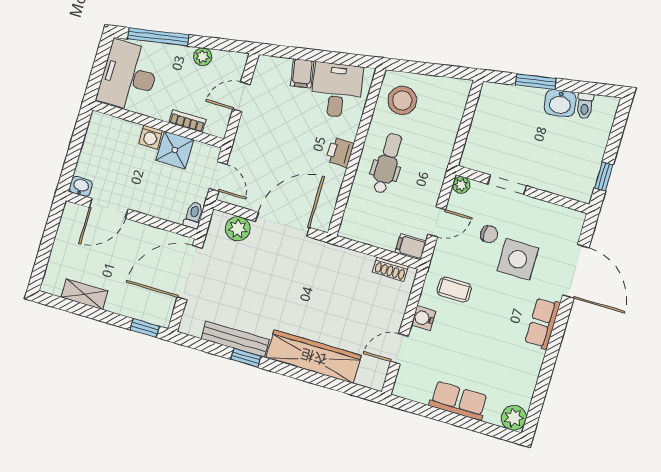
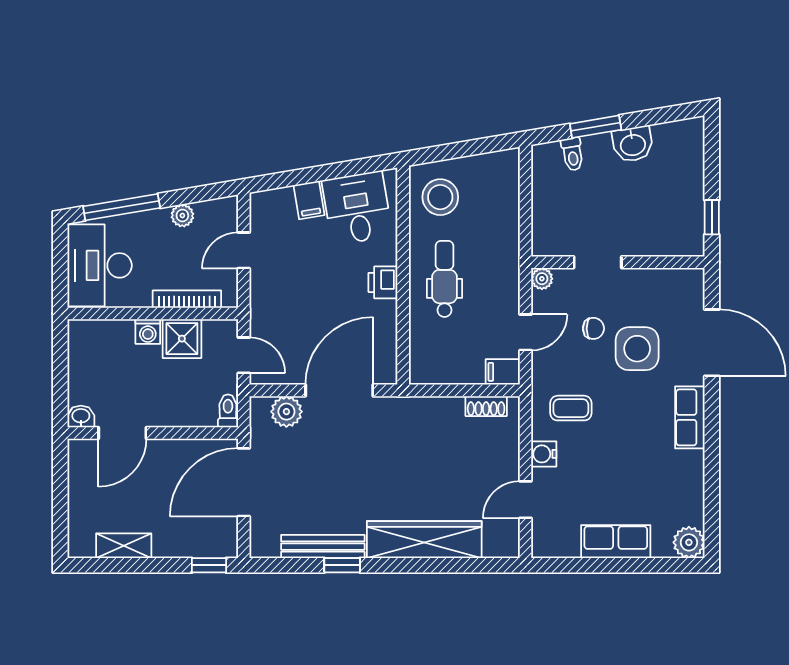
toilet: (585, 106) -> (572, 154), moved
bookcase: (187, 121) -> (187, 299), width x1.56

